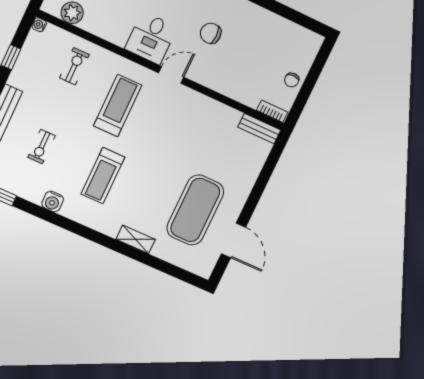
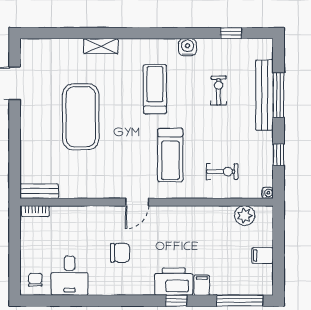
desk: (151, 38) -> (70, 276), moved, turned 180
exercise bike: (74, 66) -> (222, 172), turned -90
chair: (292, 80) -> (35, 280), moved
exercise mat: (195, 210) -> (81, 117), moved

